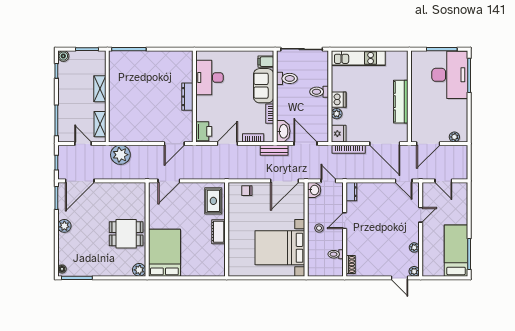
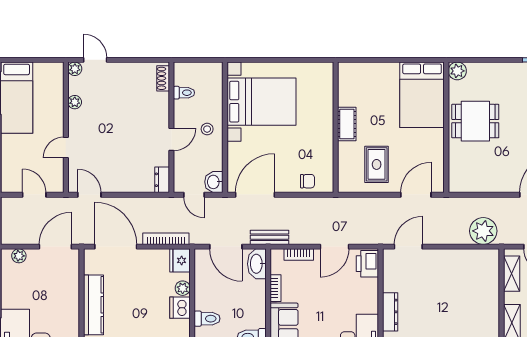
rug: (213, 201) -> (377, 164), moved

